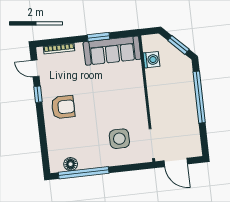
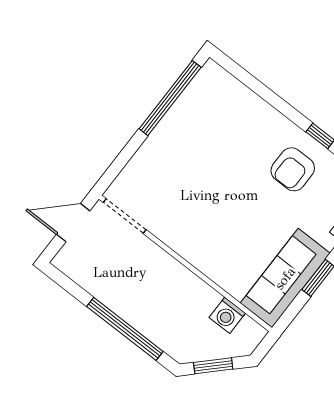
armchair: (63, 107) -> (293, 169), moved
side table: (119, 139) -> (169, 182), removed
floor lamp: (71, 164) -> (196, 92), removed

